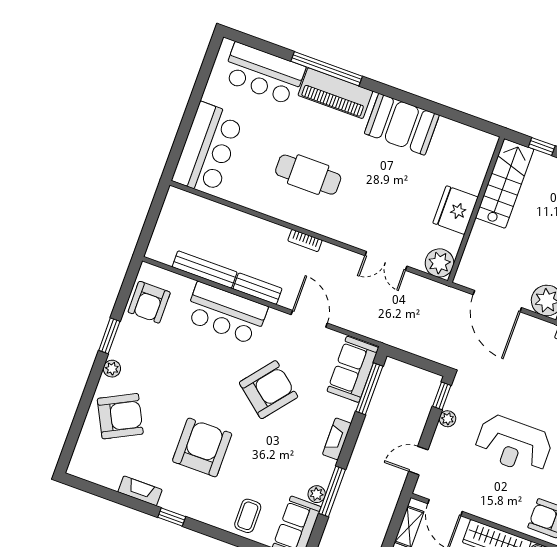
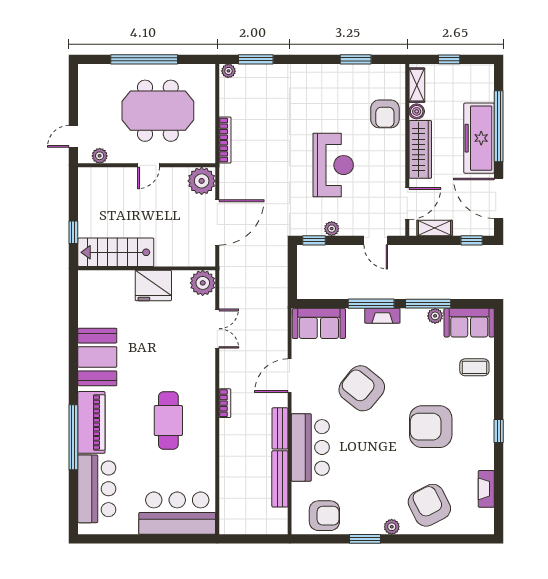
window: (369, 389) -> (371, 304), moved
fireplace: (140, 491) -> (486, 489), moved

